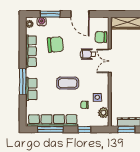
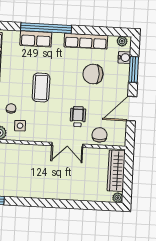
chair: (55, 45) -> (93, 74), turned 94
double door: (110, 61) -> (67, 145), swing flipped
window: (23, 82) -> (46, 28), width x1.46

